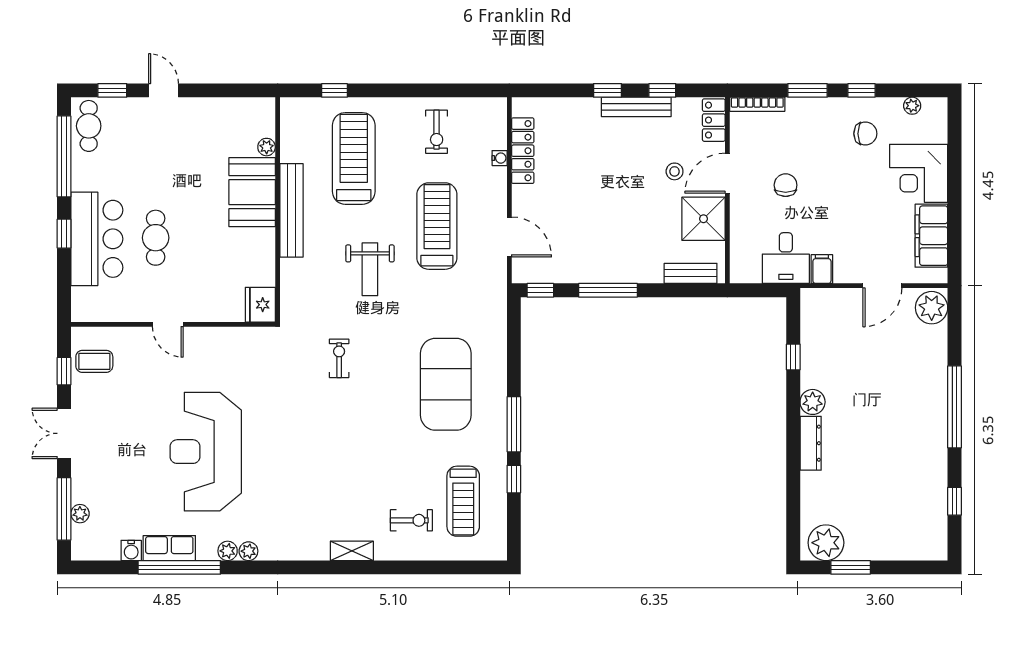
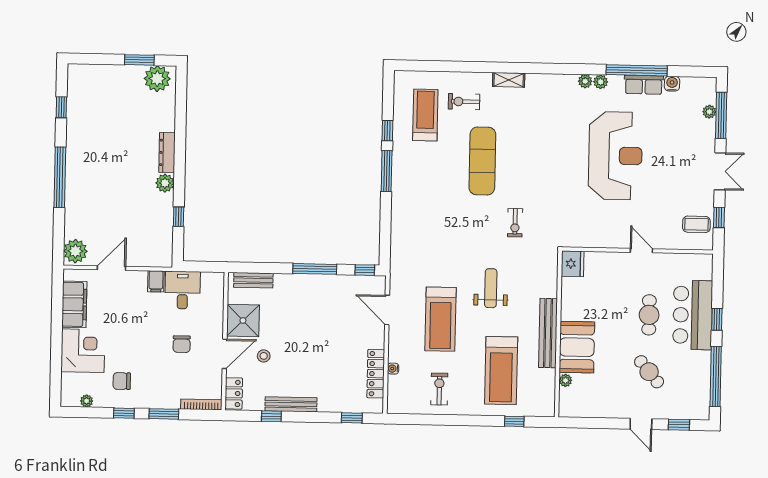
window: (608, 90) -> (352, 418), moved
cafe table: (89, 126) -> (649, 372), moved, turned -40
exercise mat: (446, 384) -> (482, 161), moved, width x0.68

